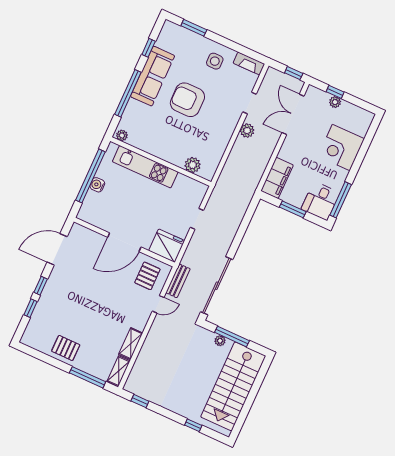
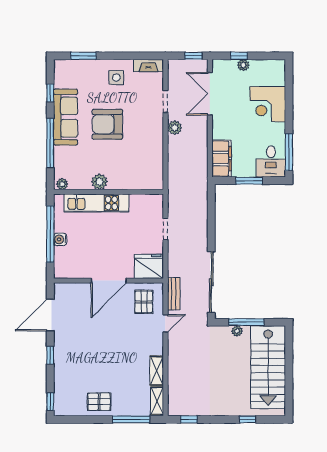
plant: (193, 165) -> (99, 182), moved
window: (30, 308) -> (50, 402), moved

